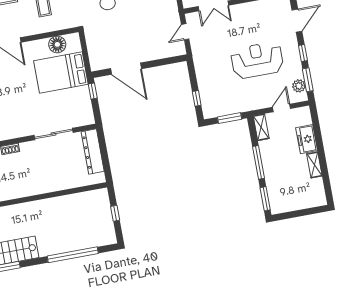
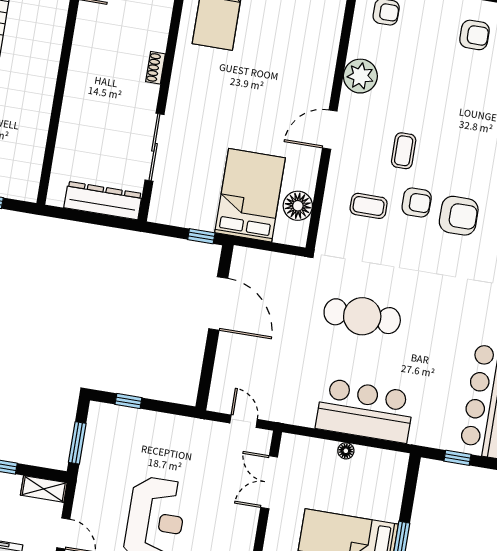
door: (126, 69) -> (218, 303), swing flipped

